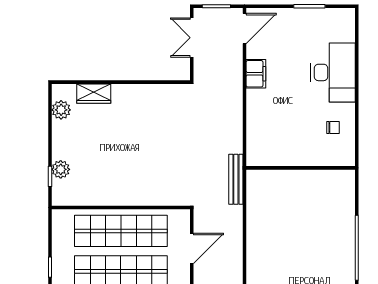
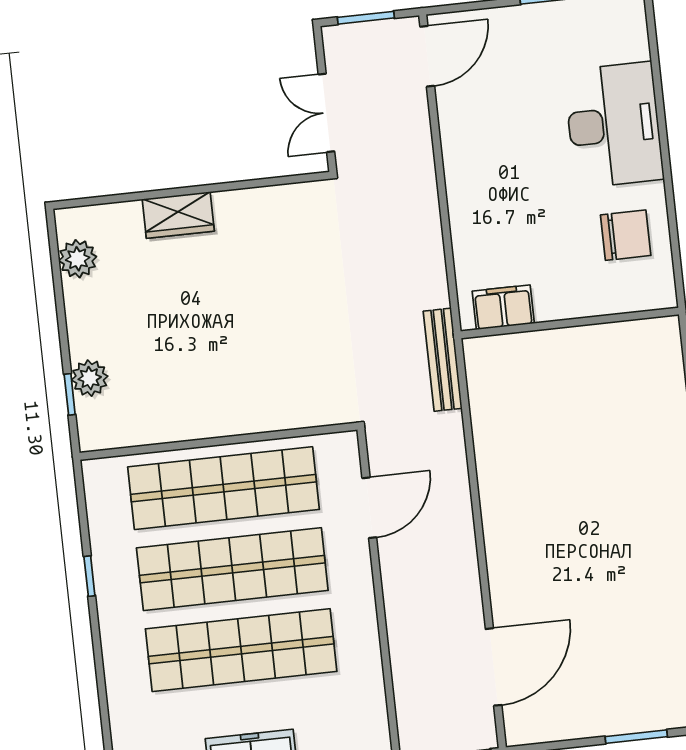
double door: (192, 38) -> (326, 113), moved
filing cabinet: (256, 74) -> (503, 307), moved, turned -90
wardrobe: (94, 94) -> (178, 215), moved
chair: (333, 128) -> (626, 235), width x1.87, depth x1.87

